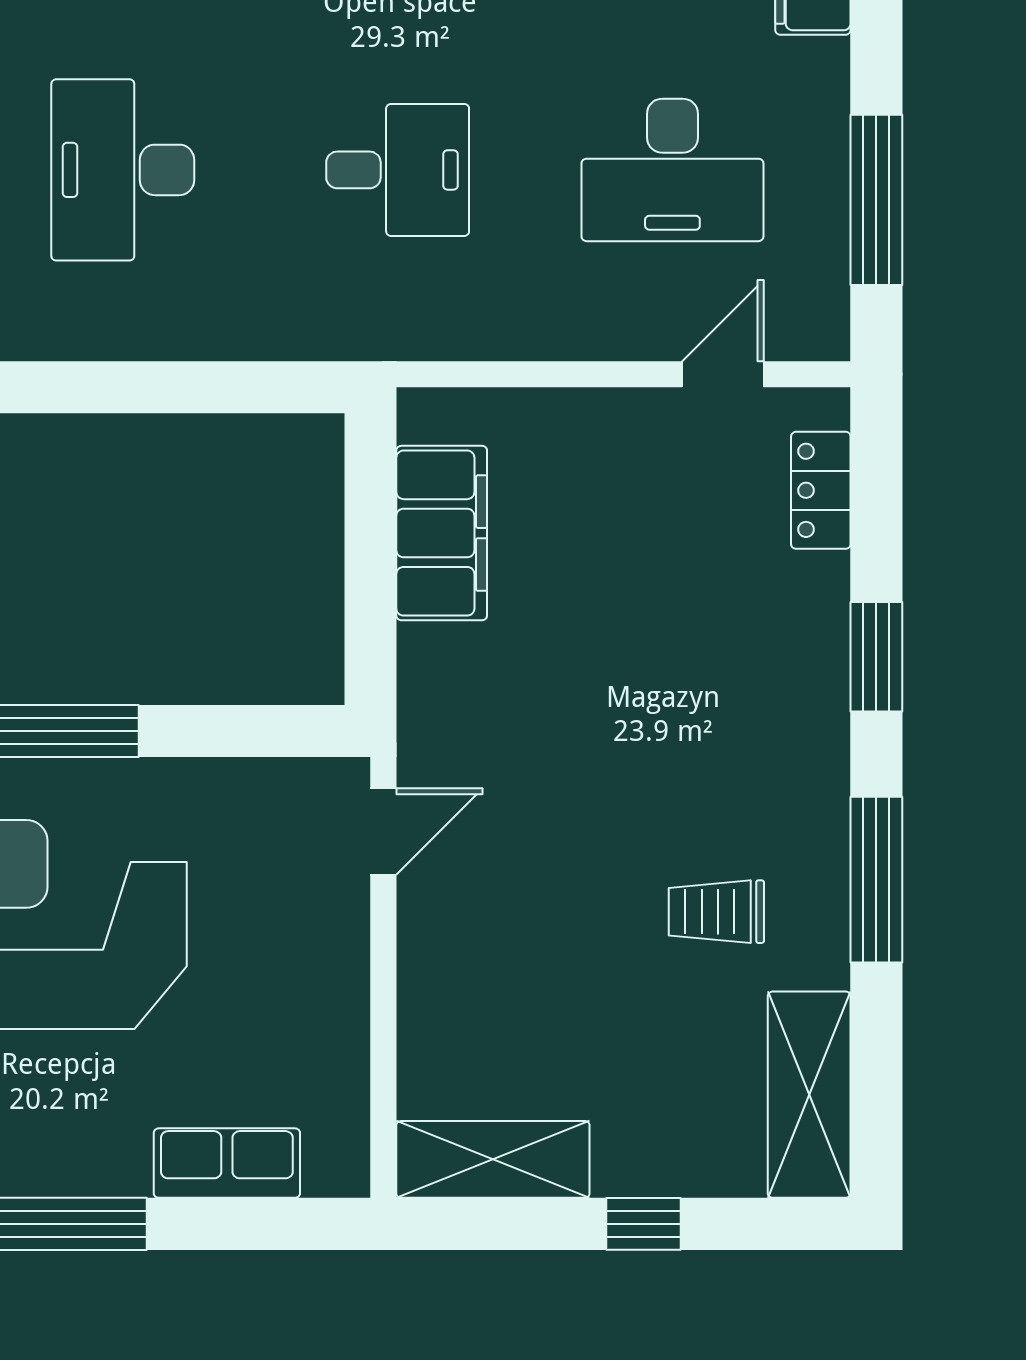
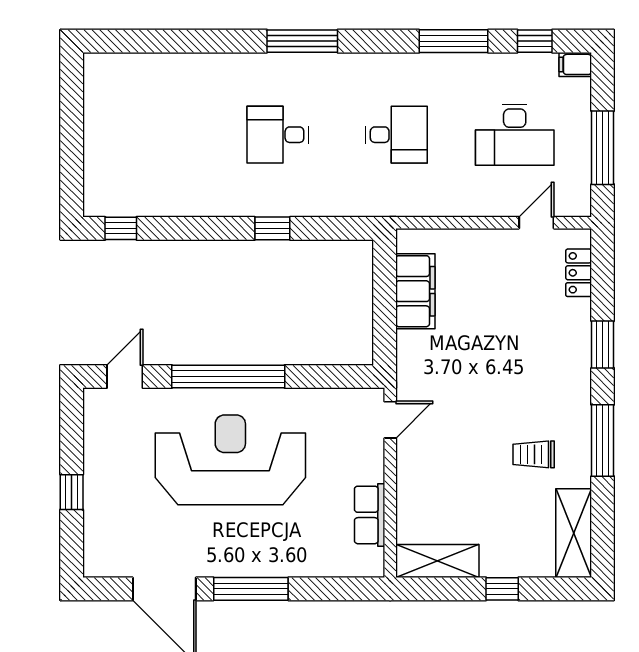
desk: (123, 170) -> (278, 135), width x0.73
window: (110, 387) -> (272, 228), added
row of seats: (227, 1163) -> (370, 515), moved, turned -90

